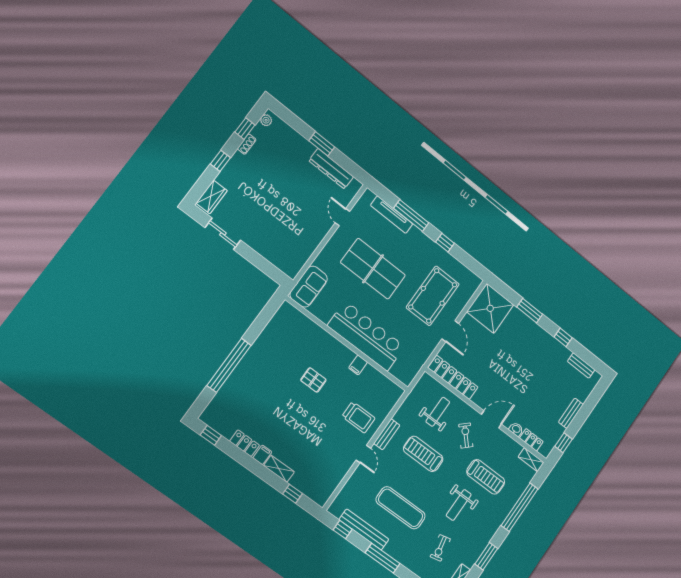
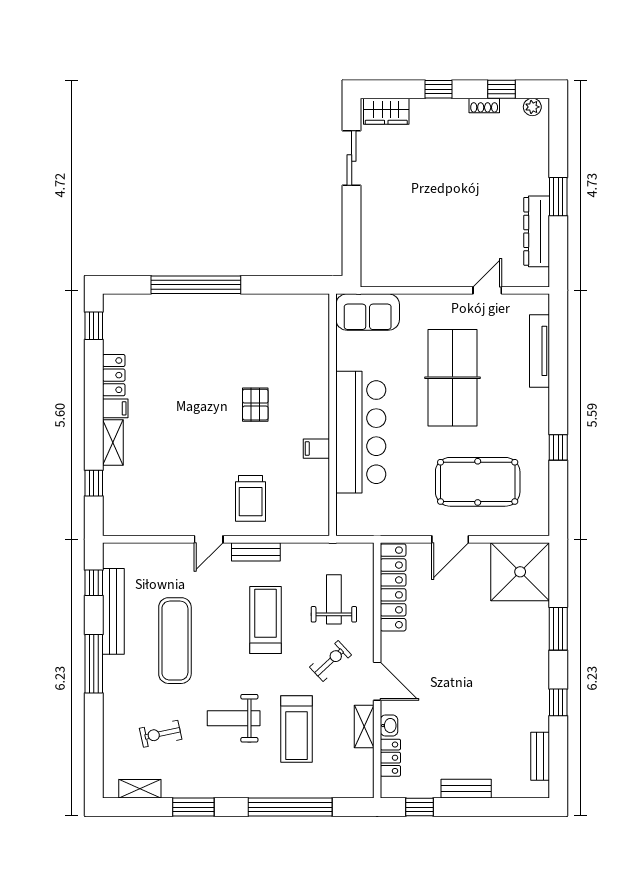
window: (411, 216) -> (558, 377), removed
weight bench: (438, 412) -> (334, 599), turned -90
shelving: (531, 460) -> (364, 727), moved

